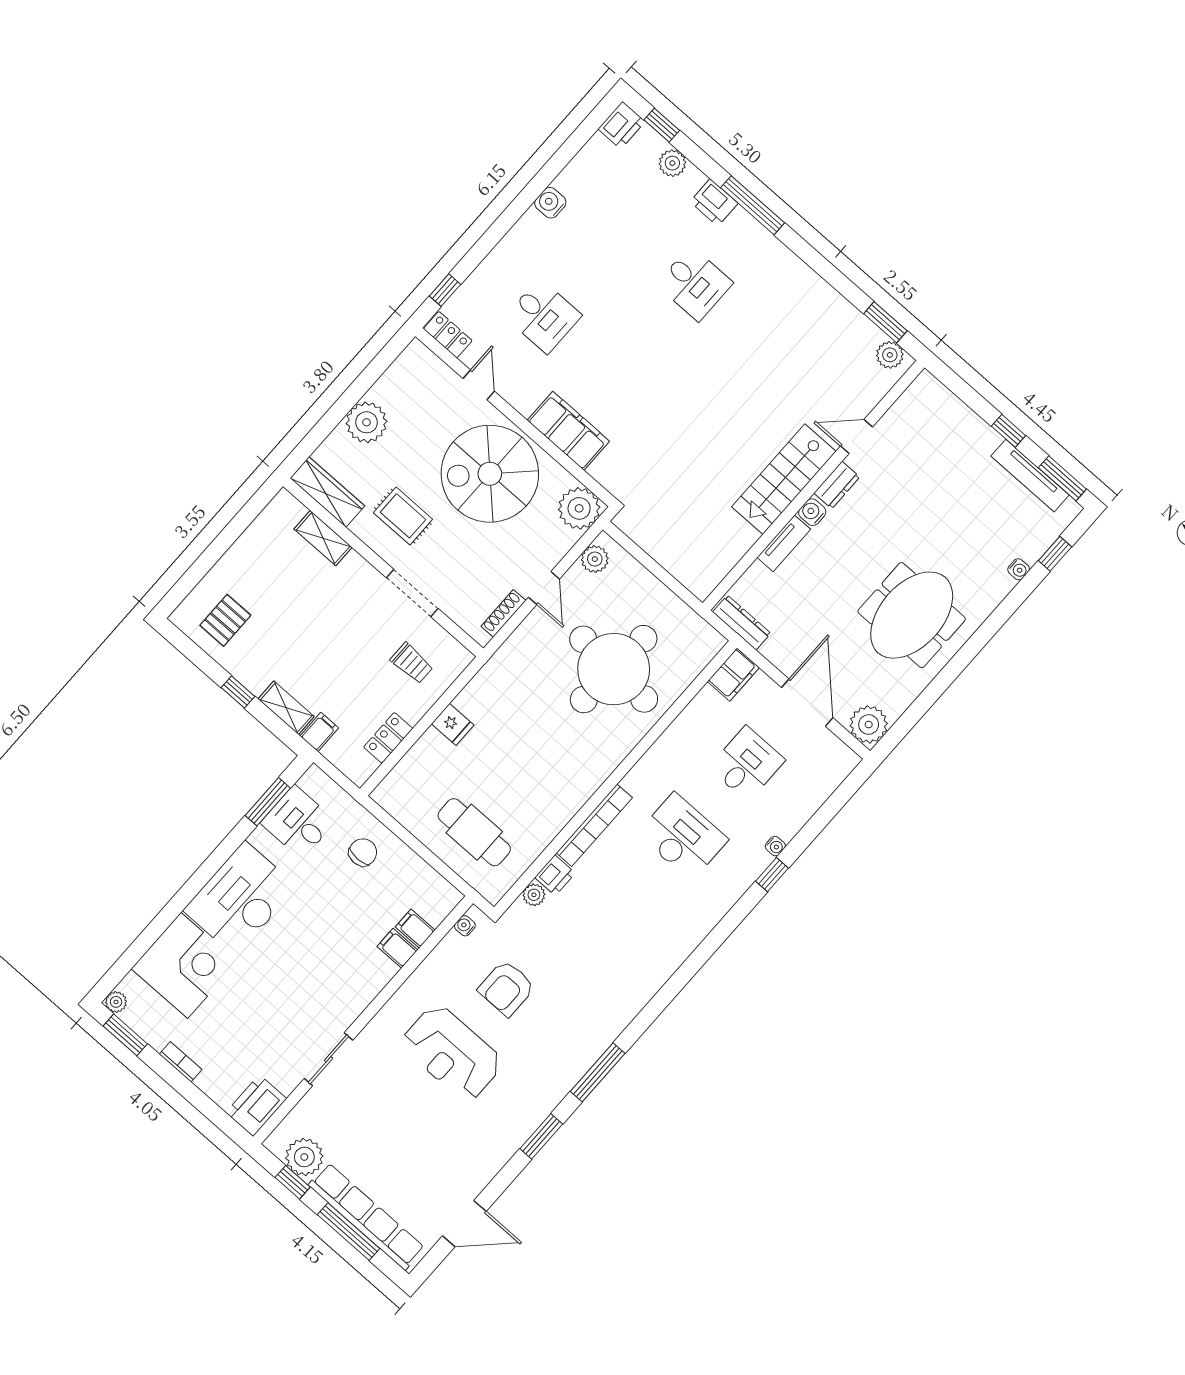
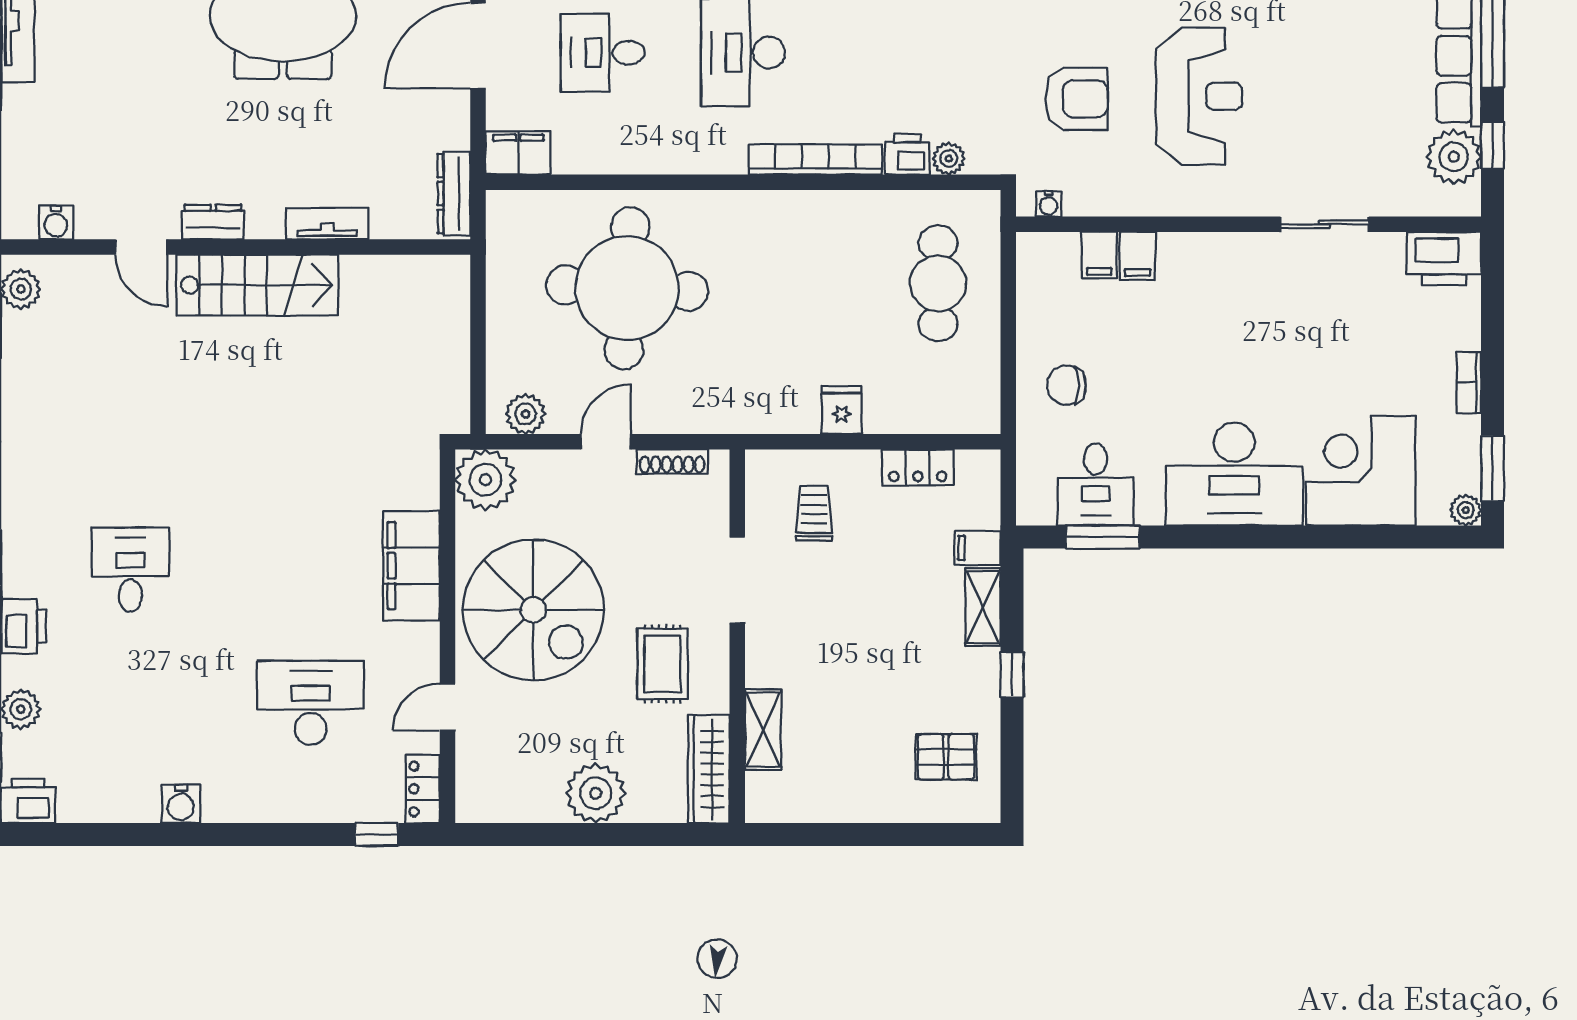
desk: (543, 316) -> (311, 703), width x1.37
water cooler: (812, 512) -> (56, 223), moved

